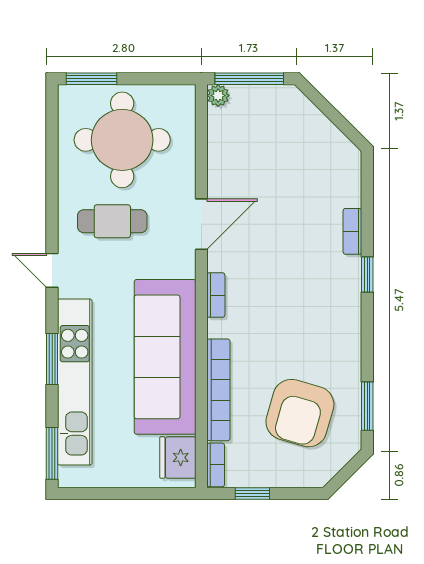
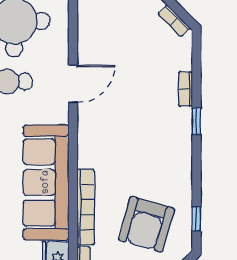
bookcase: (216, 295) -> (174, 21), moved, turned 135
window: (367, 406) -> (196, 219), width x0.67

